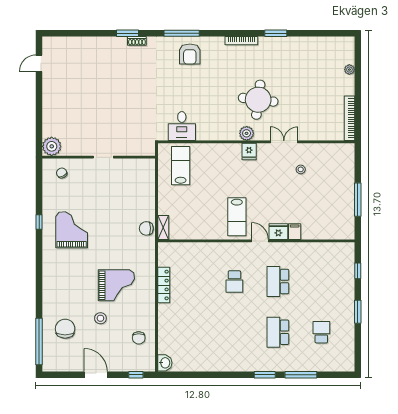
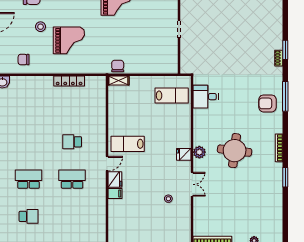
round table: (258, 100) -> (235, 151), moved
grand piano: (116, 285) -> (69, 40), turned -90

